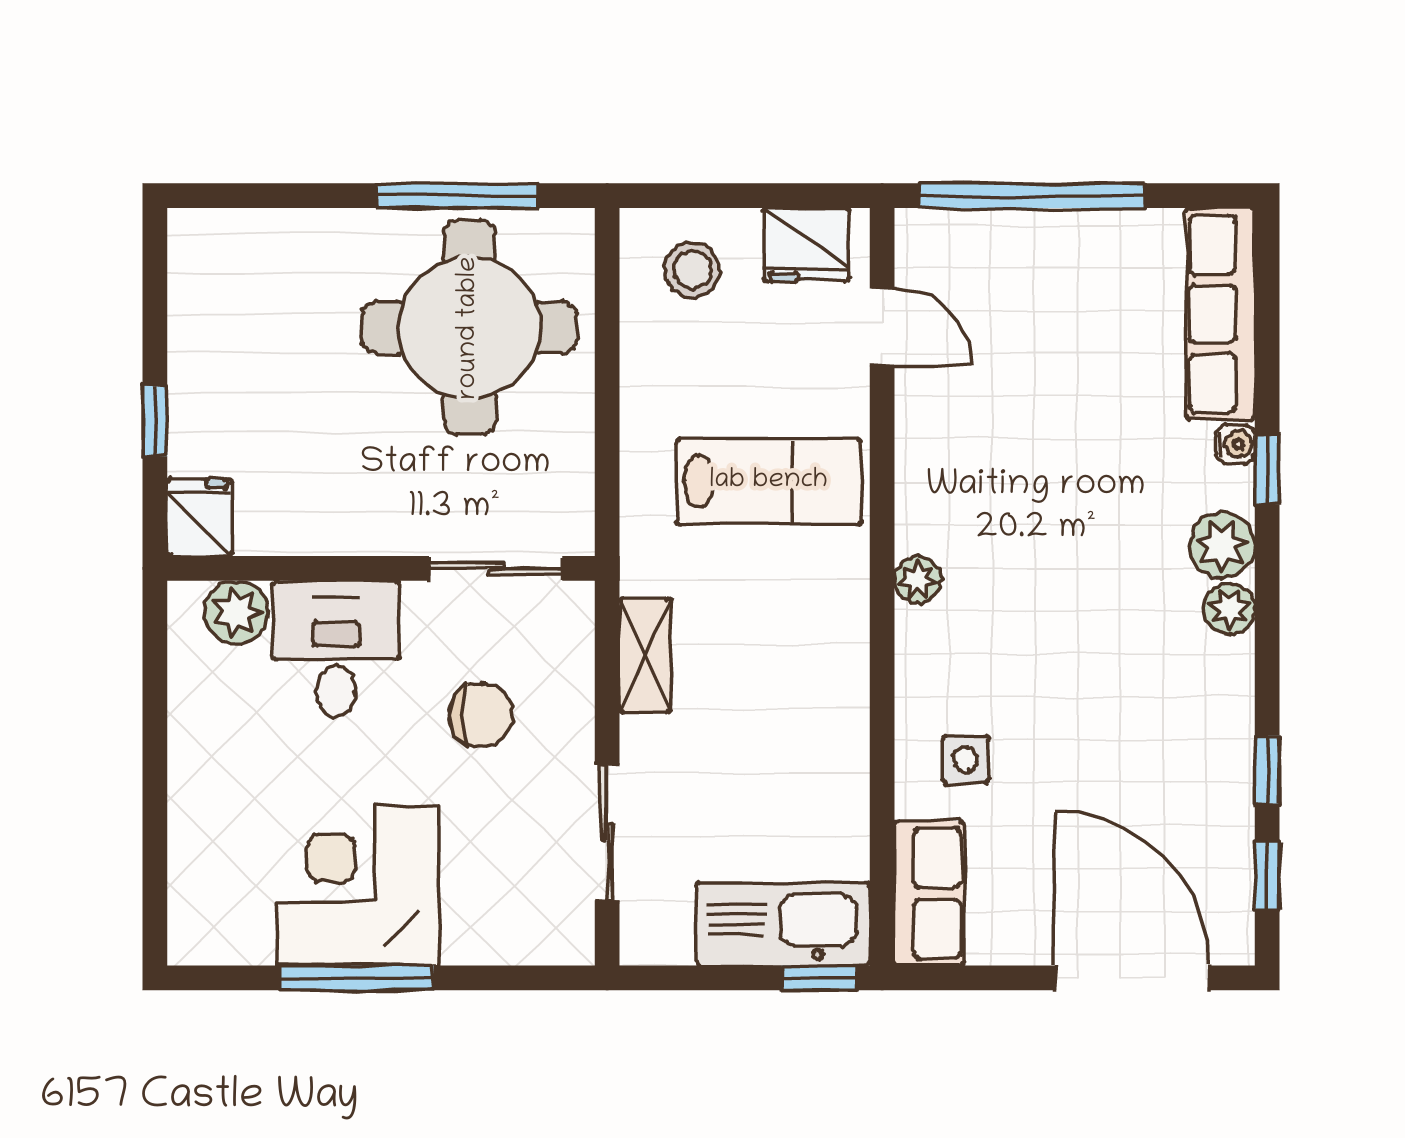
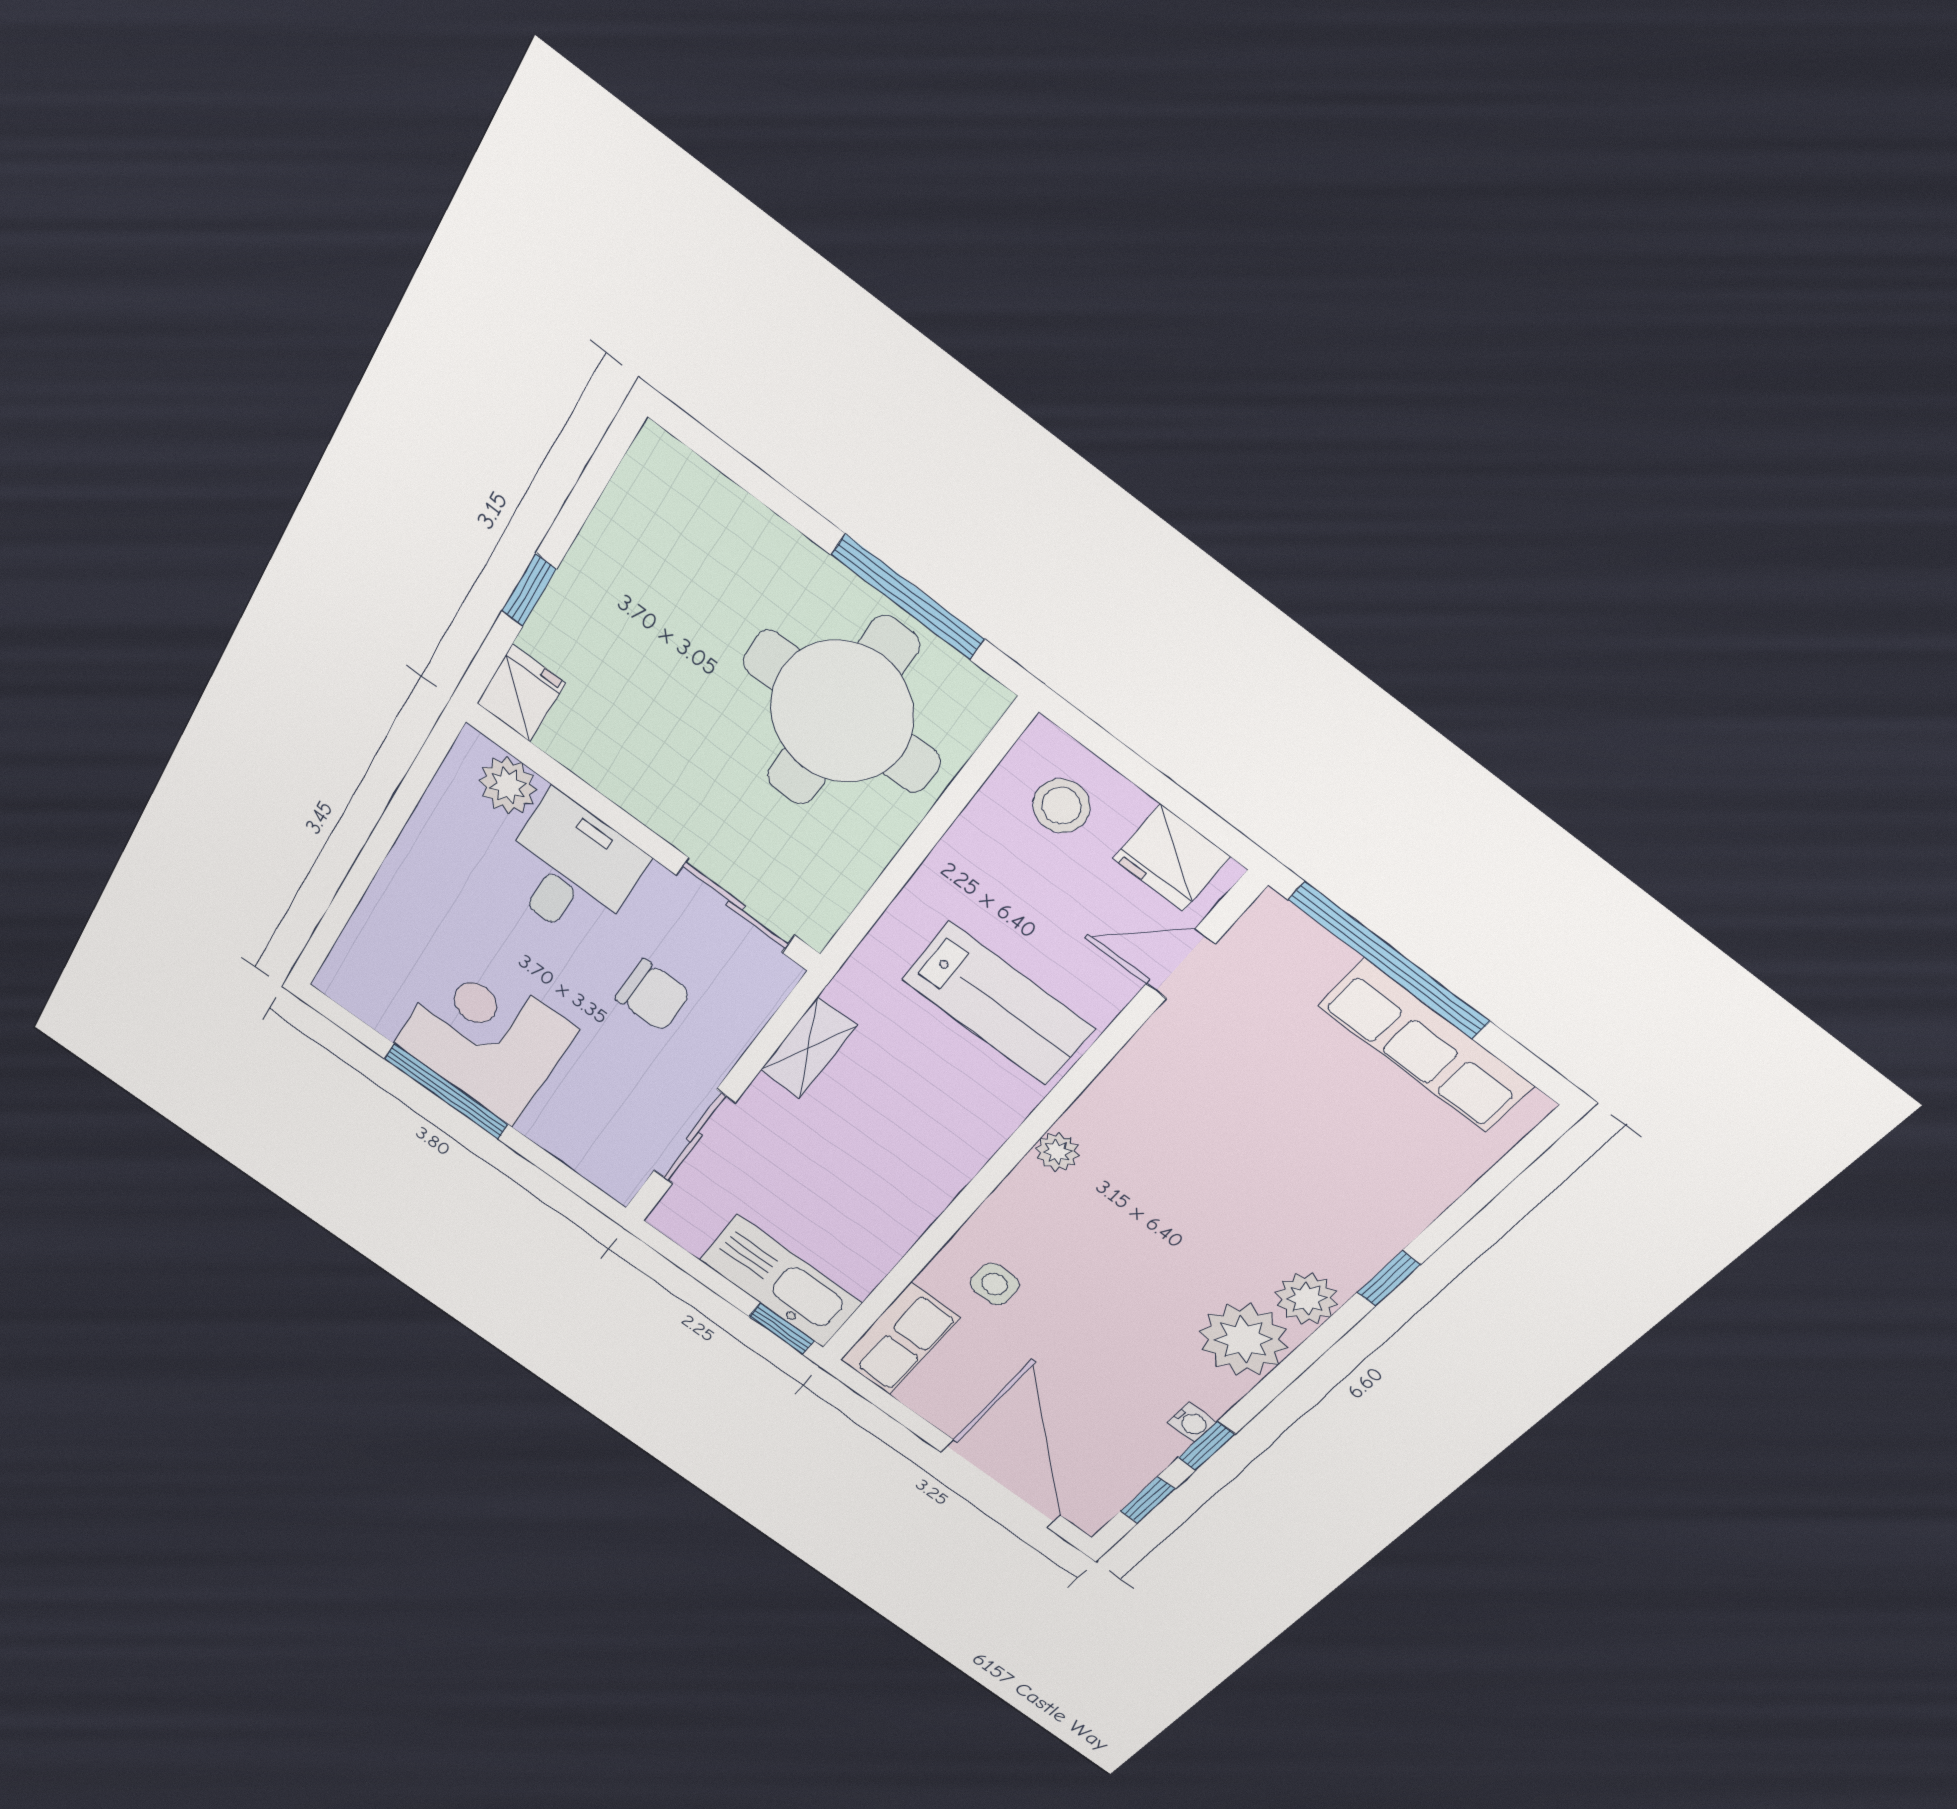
row of seats: (1221, 314) -> (1426, 1046), moved, turned -90
door: (882, 327) -> (1181, 964), swing flipped
water cooler: (1235, 444) -> (1192, 1423), moved
plant: (1229, 609) -> (1243, 1339), width x1.87, depth x1.87

